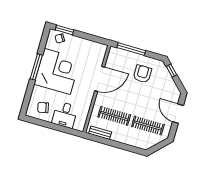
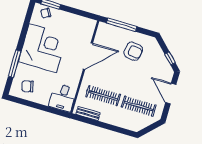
window: (36, 67) -> (15, 64), moved
window: (172, 71) -> (170, 58), moved
armchair: (142, 74) -> (133, 51), turned 99
desk: (65, 115) -> (63, 98), moved

